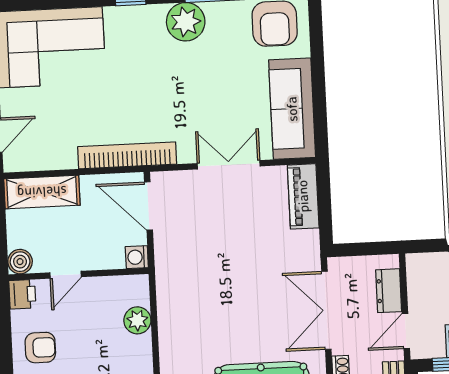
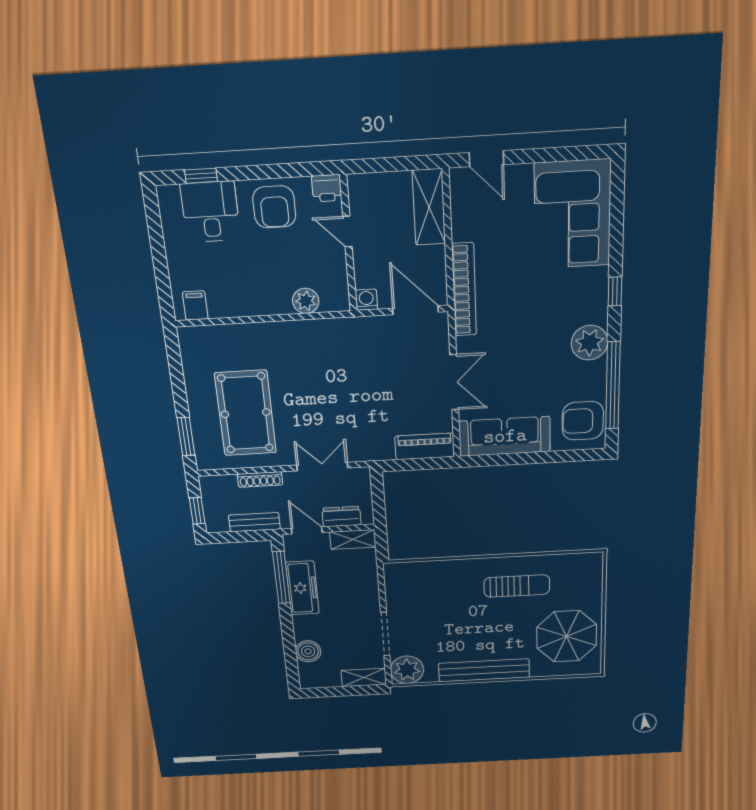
door: (148, 206) -> (416, 310), hinge flipped
boiler: (20, 262) -> (359, 186), removed
shelving: (418, 279) -> (353, 539), added
double door: (326, 310) -> (322, 467), width x0.73
armchair: (40, 348) -> (274, 207), width x1.38, depth x1.38

